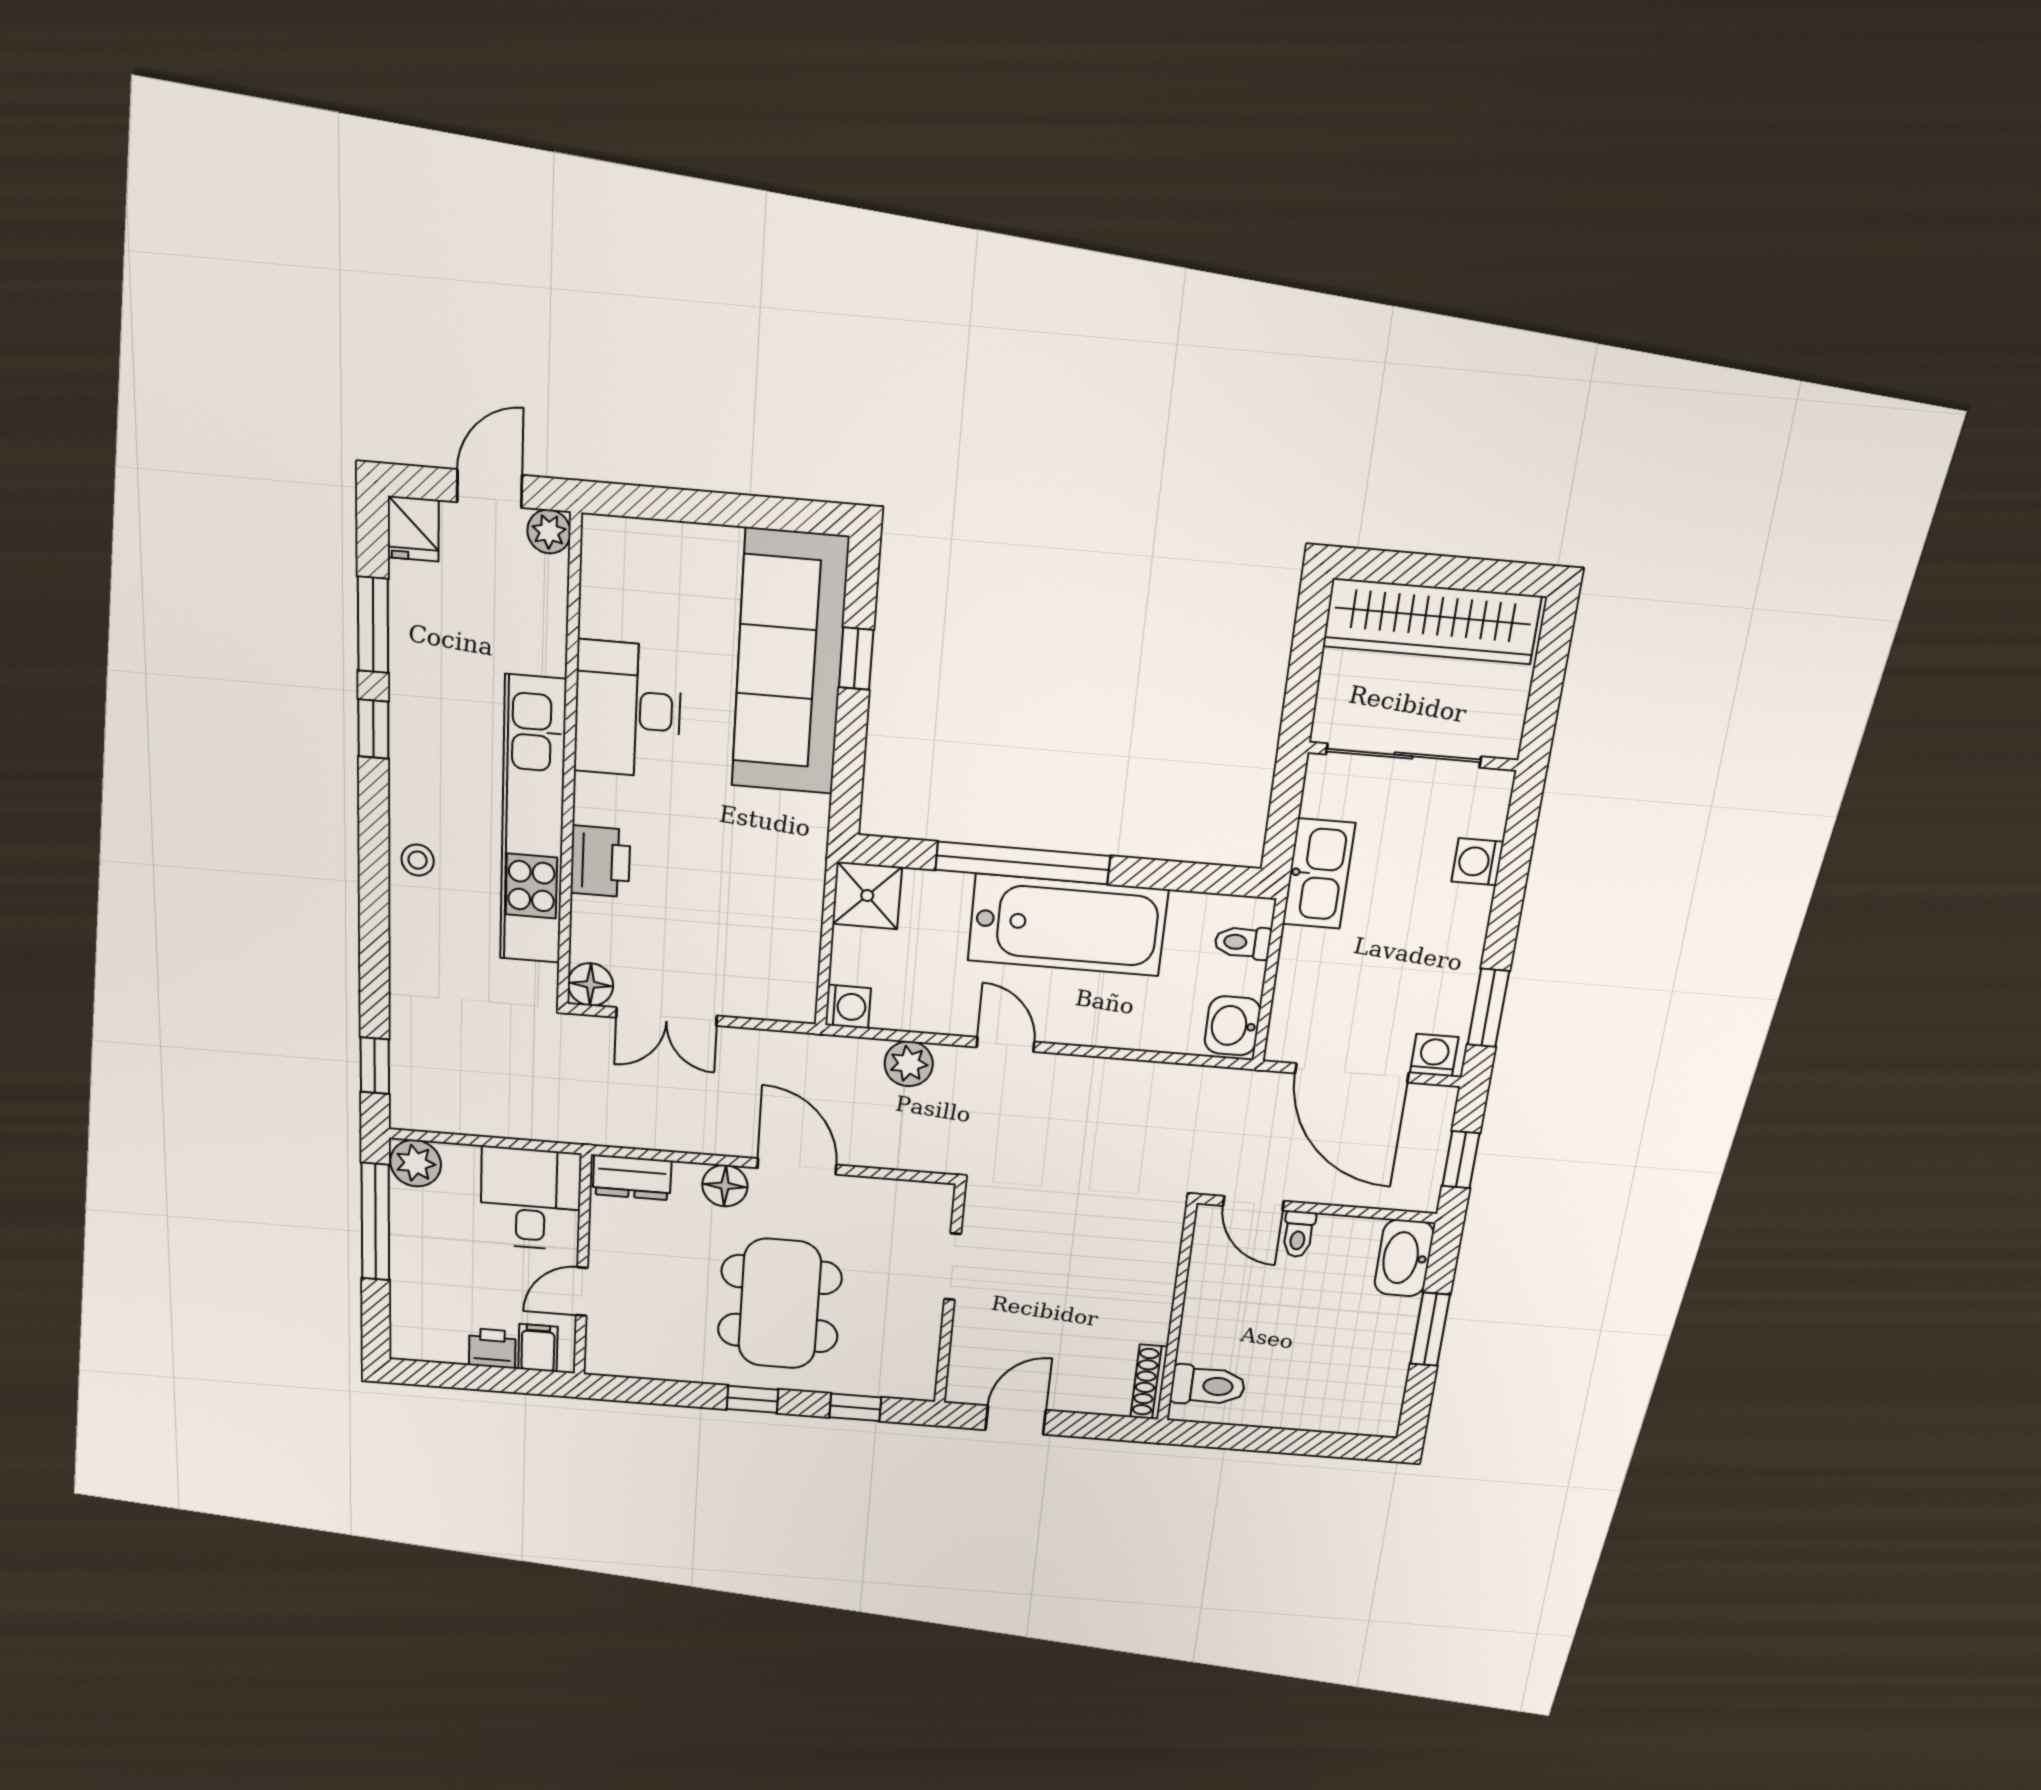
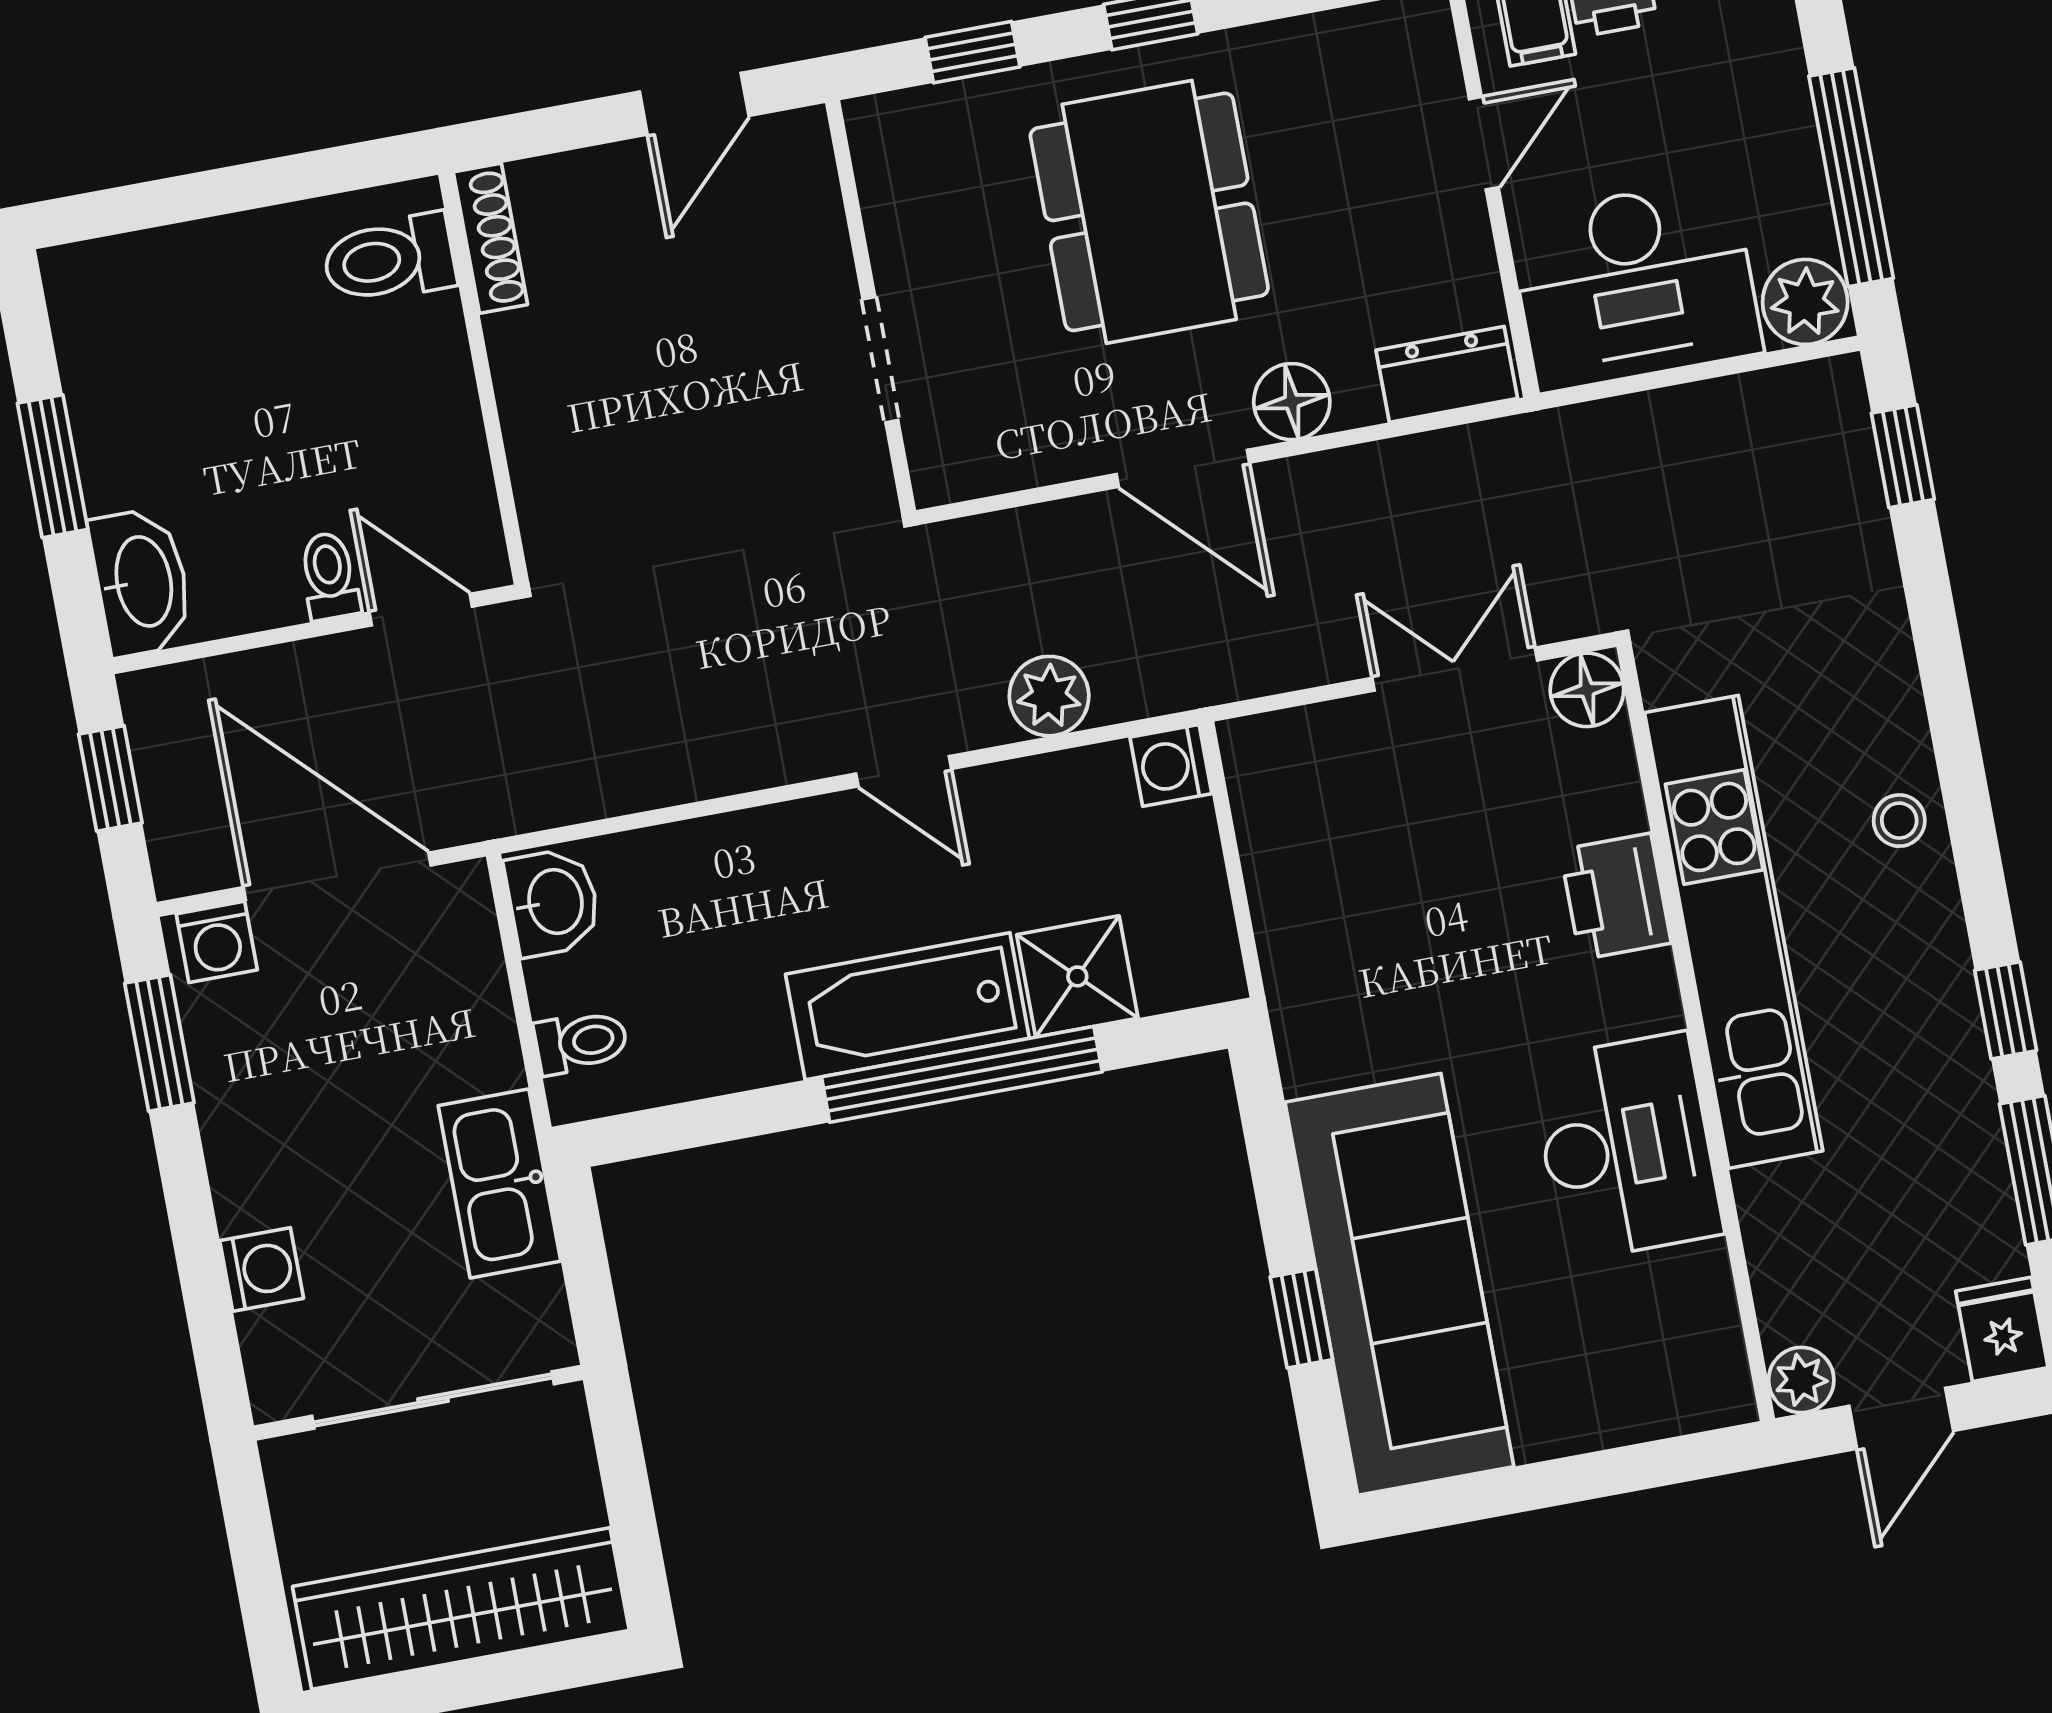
shower: (867, 896) -> (1077, 976), moved
bathtub: (1068, 925) -> (907, 1006), width x0.73, depth x0.73
desk: (531, 1199) -> (1635, 285), width x1.37

